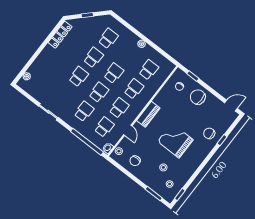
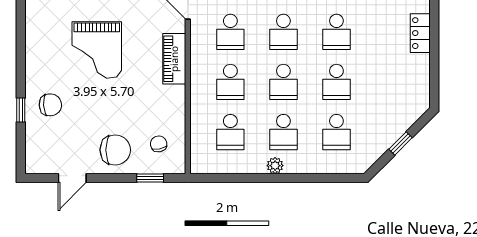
locker: (60, 35) -> (420, 33), moved, width x0.66
school desk: (128, 54) -> (283, 132), added
door: (231, 106) -> (72, 178), moved
grand piano: (175, 141) -> (97, 50), turned 90

